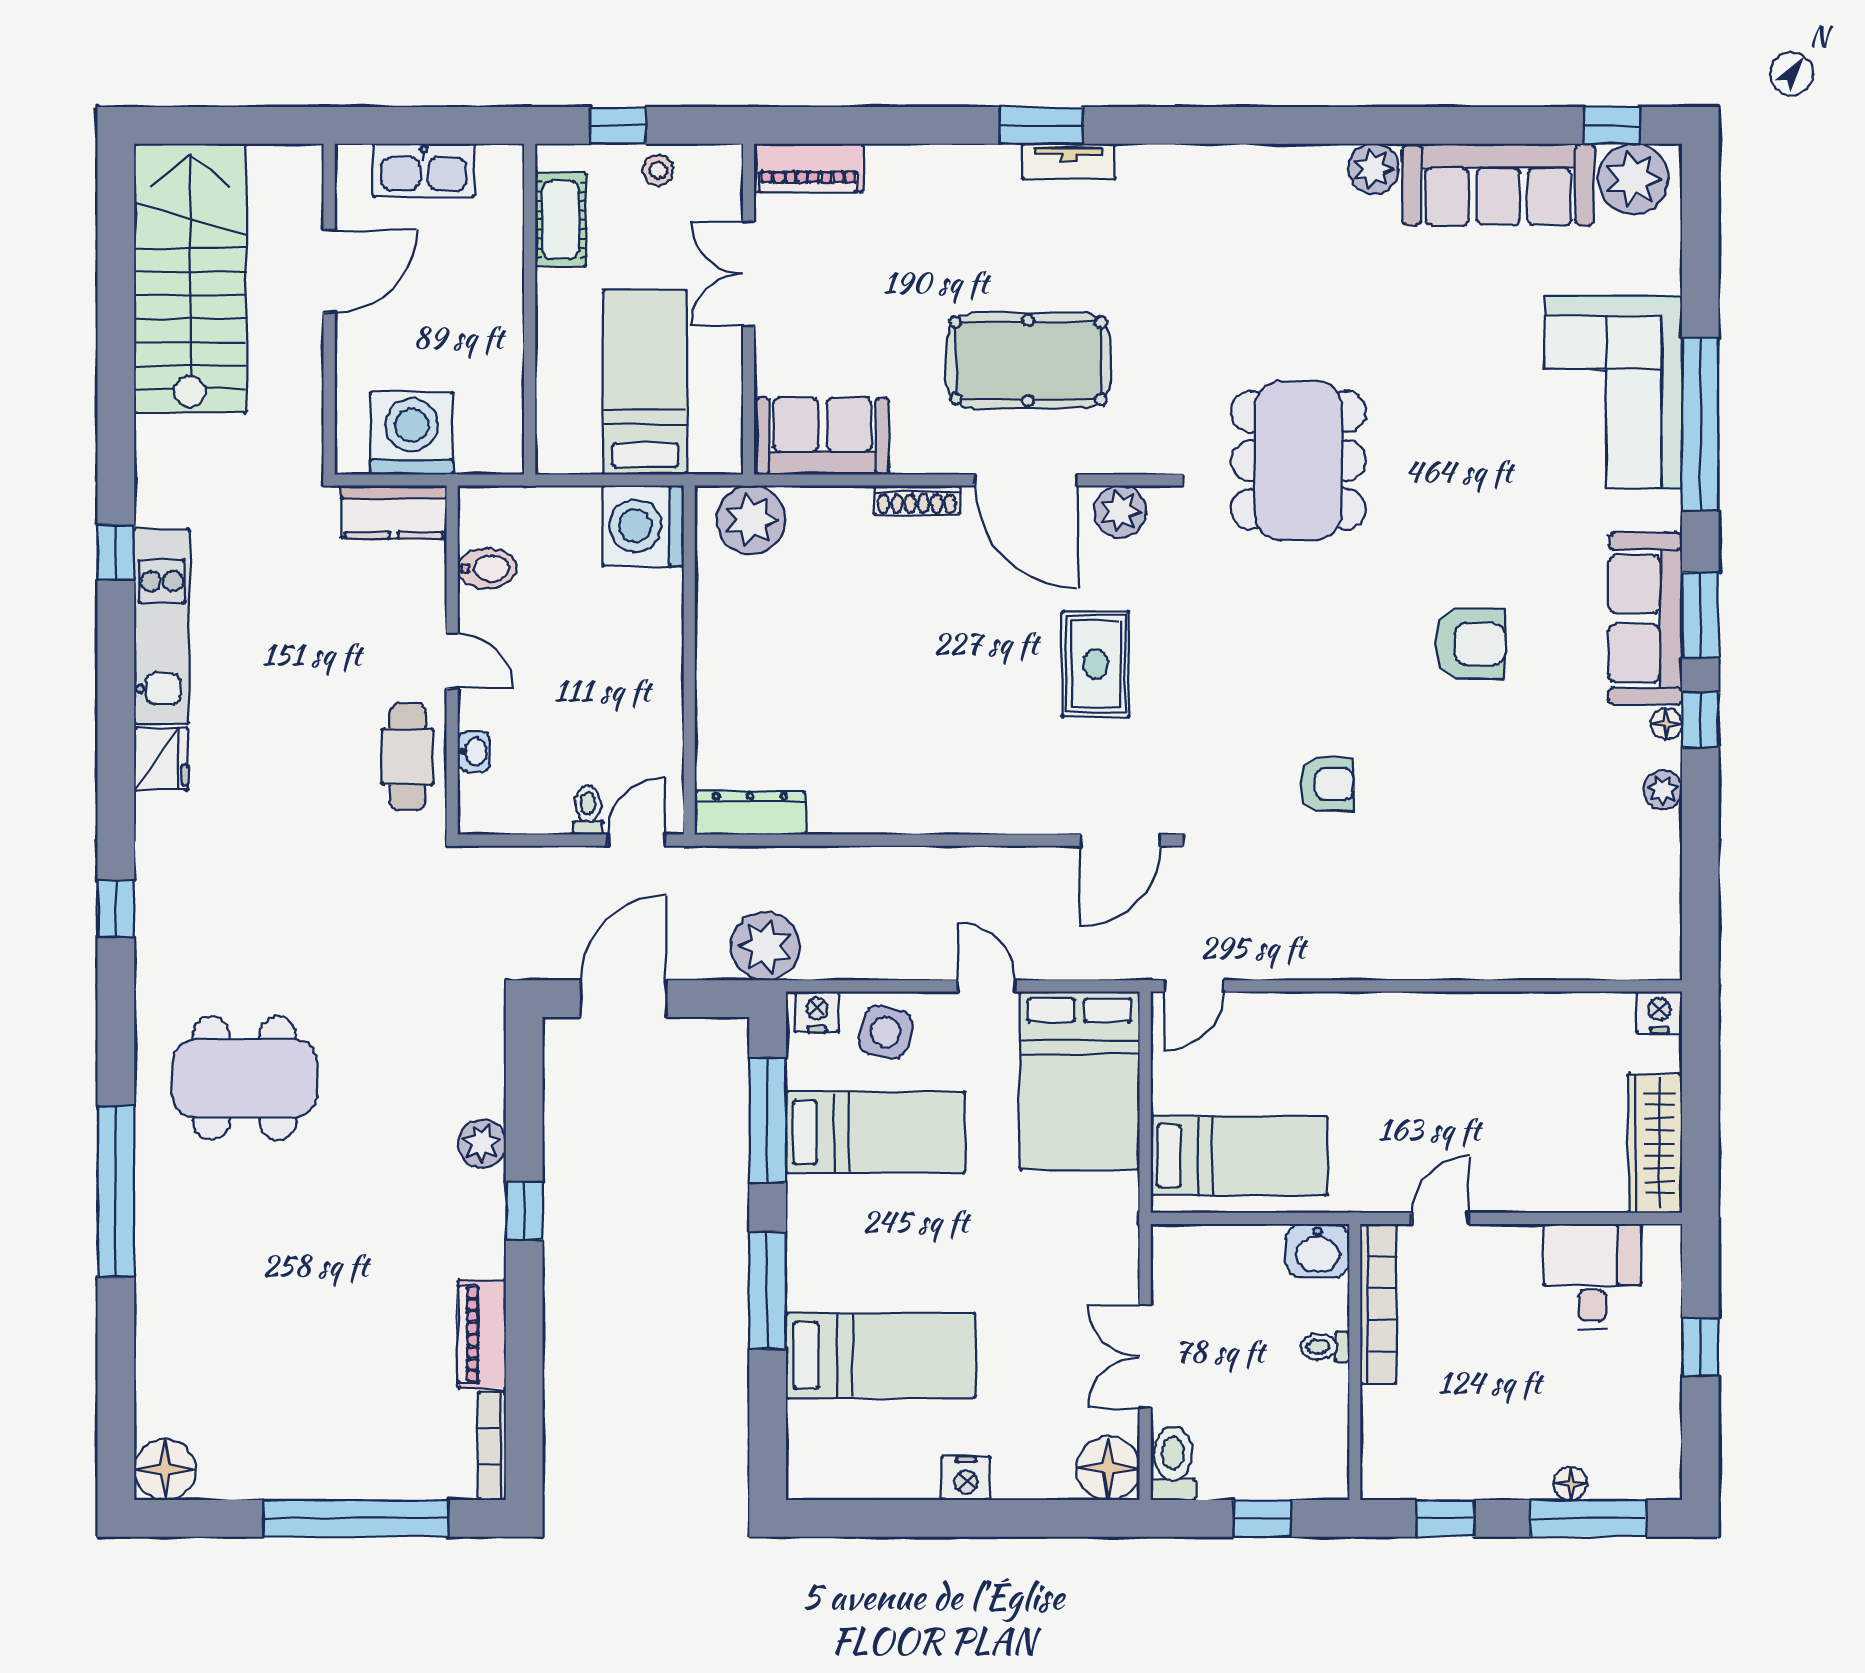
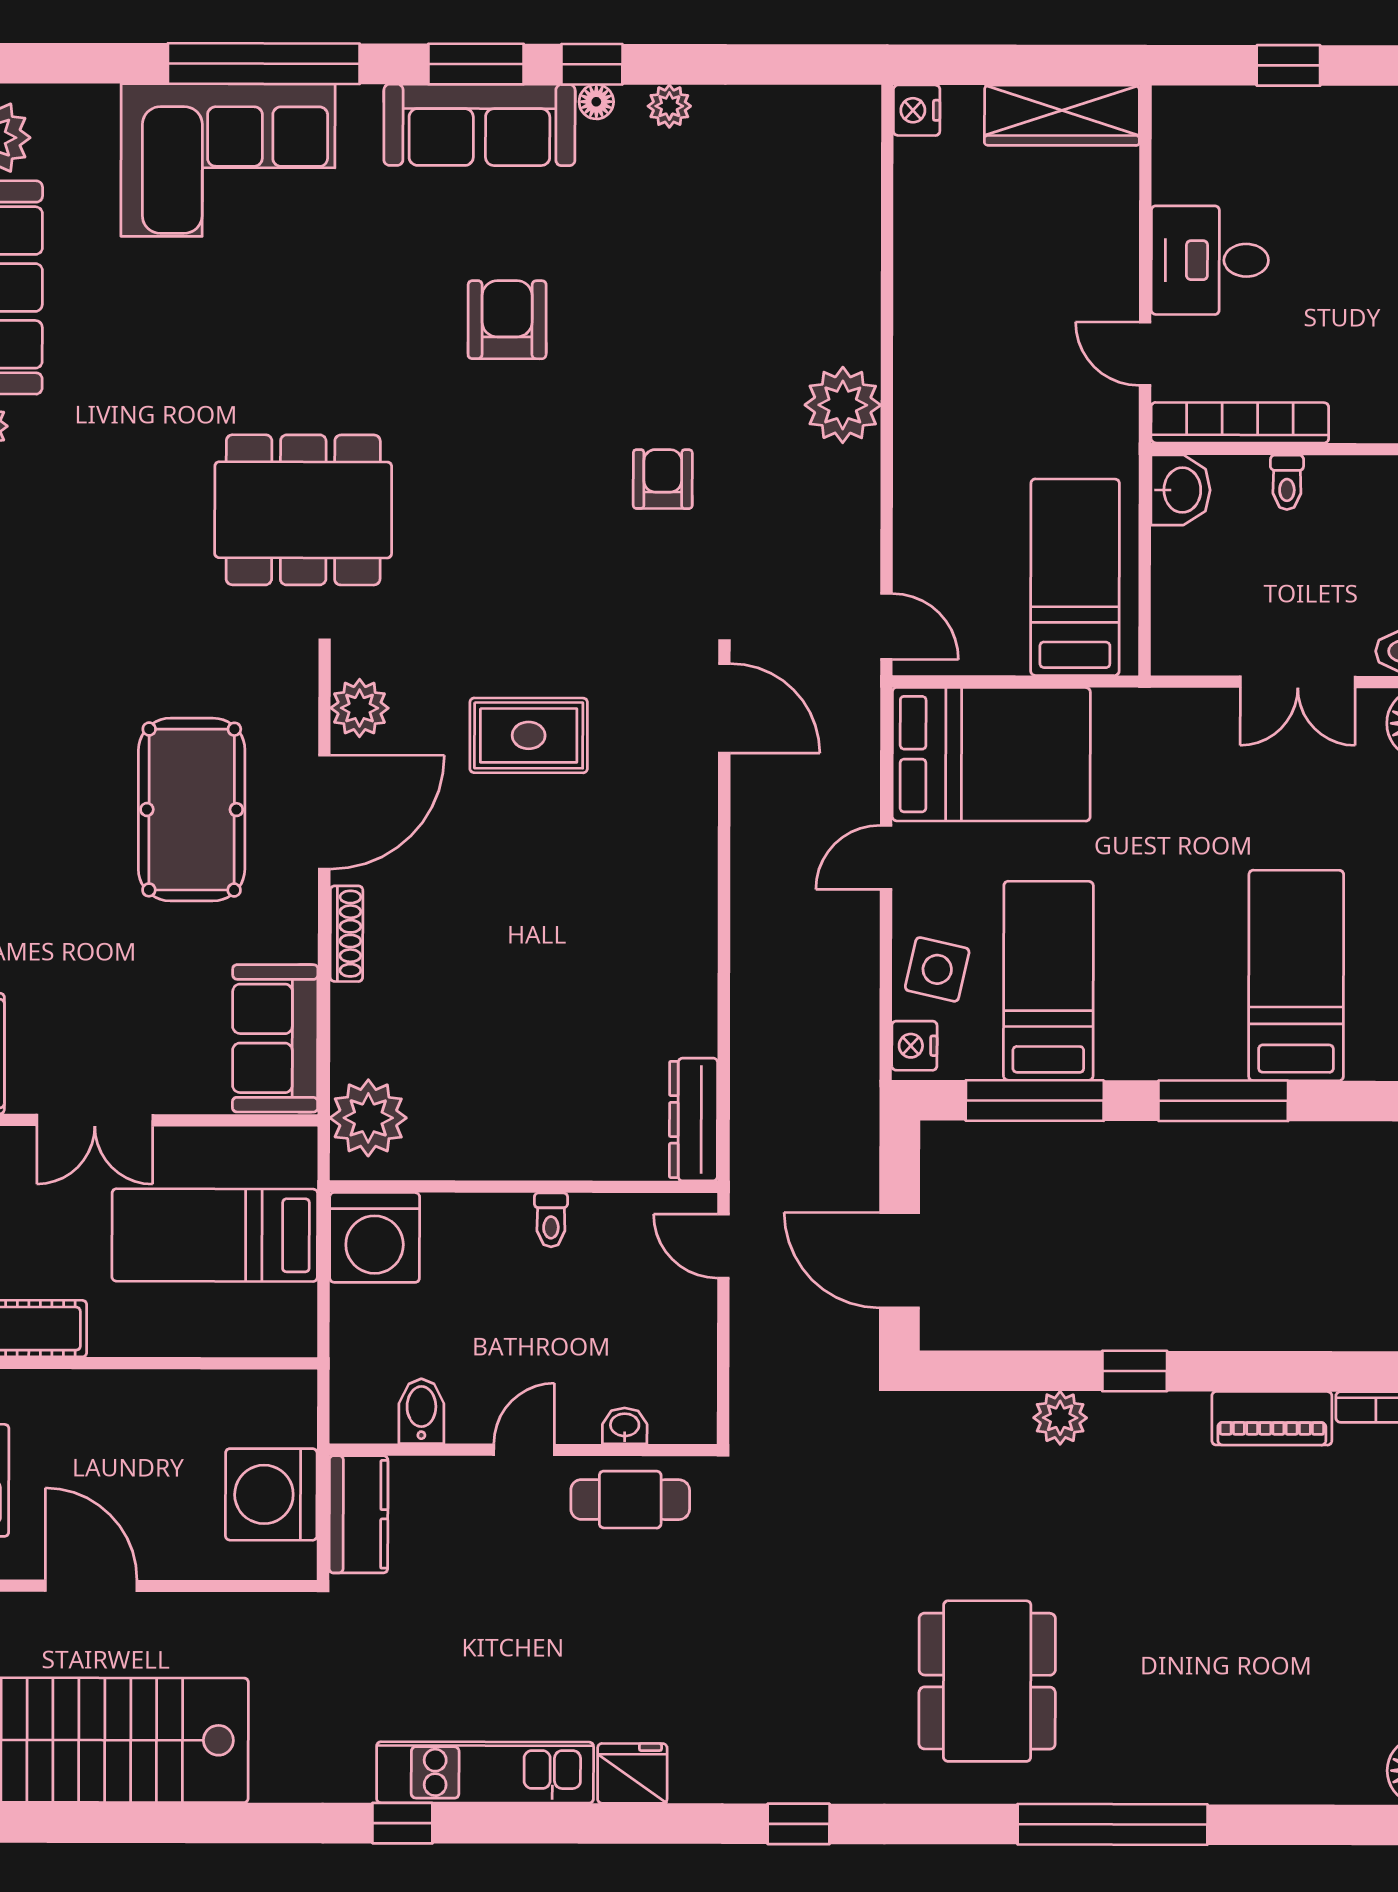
toilet: (588, 810) -> (551, 1220), moved, turned -90
plant: (765, 946) -> (843, 405), moved
desk: (1592, 1277) -> (1210, 260), moved

